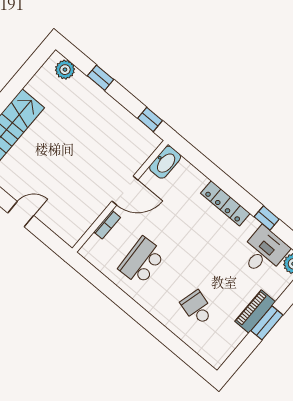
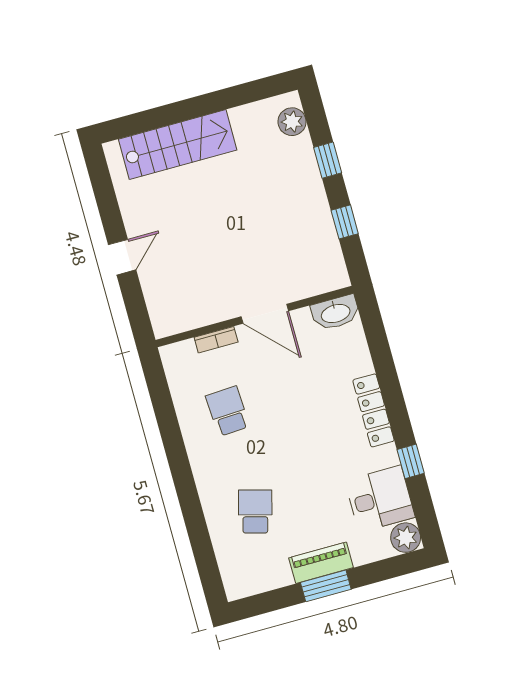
window: (150, 119) -> (345, 222), moved
door: (21, 214) -> (122, 257), hinge flipped
school desk: (142, 261) -> (228, 411), width x0.54

